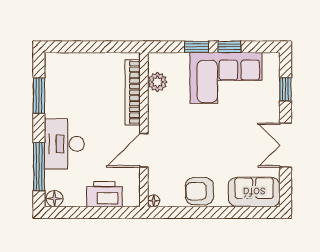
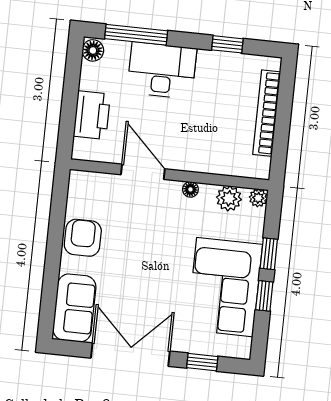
plant: (155, 59) -> (258, 198), added
bookcase: (133, 92) -> (267, 113), moved, turned -90
window: (39, 96) -> (227, 44), width x0.67
double door: (285, 145) -> (130, 355), width x1.37
floor lamp: (154, 201) -> (190, 189), moved

